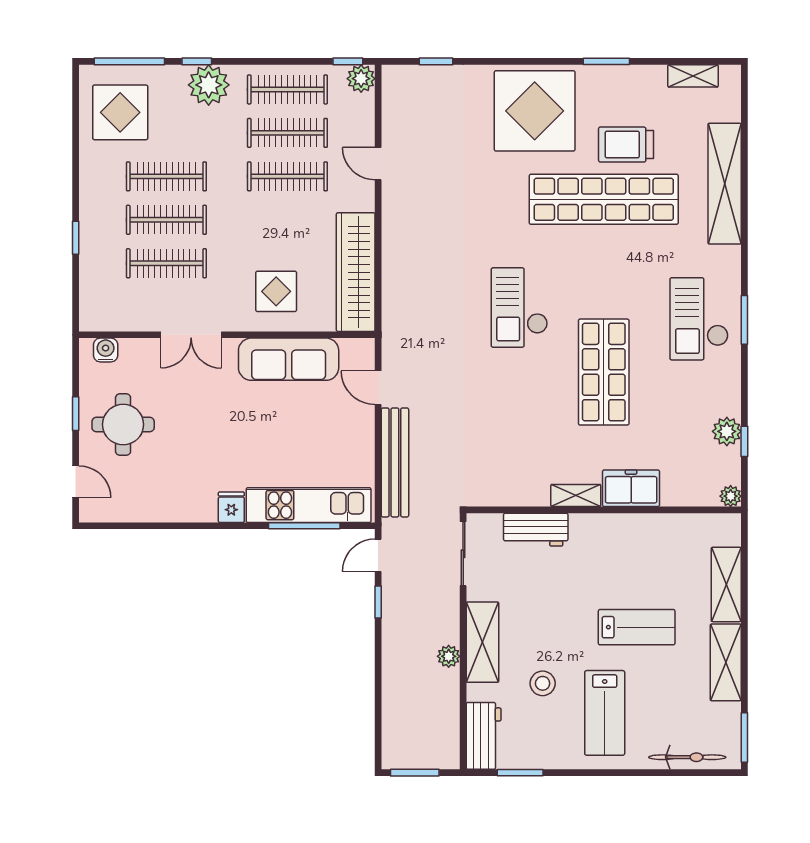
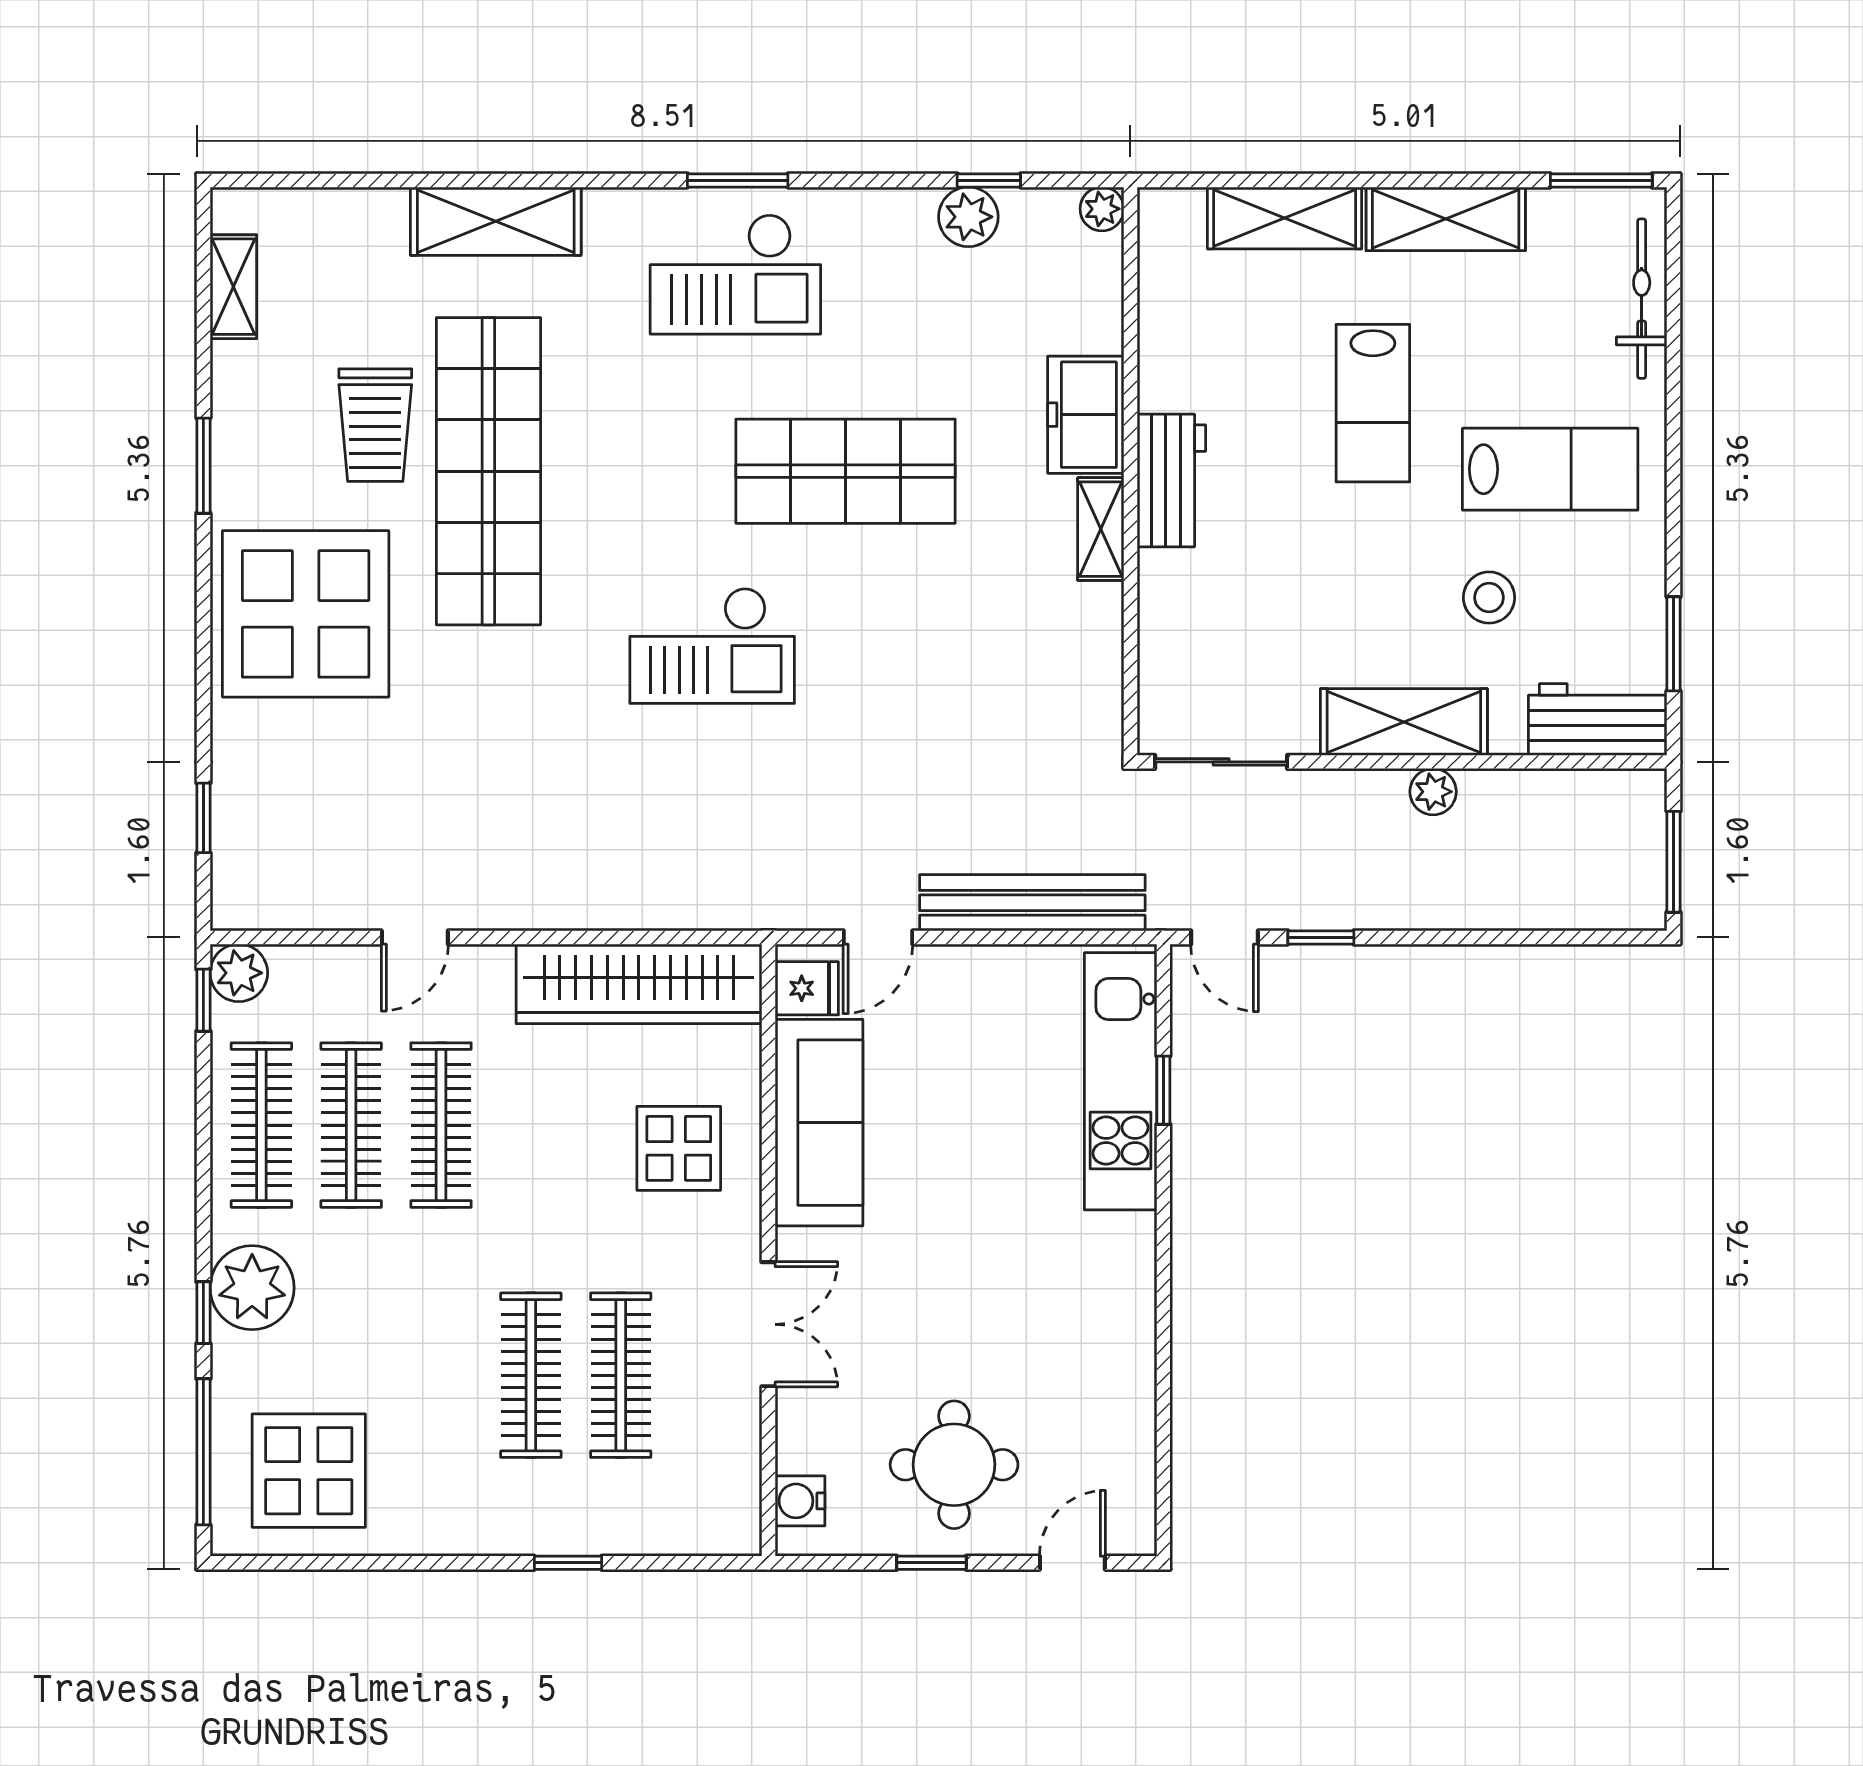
clothes rail: (166, 176) -> (441, 1375), removed
shelving: (725, 184) -> (496, 221), width x0.68
fridge: (231, 507) -> (807, 988), moved, turned 180
window: (304, 526) -> (1163, 1090), width x0.46
workbench: (536, 530) -> (1171, 480), moved
lab bench: (637, 627) -> (1373, 403), turned 180

